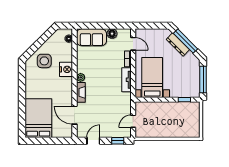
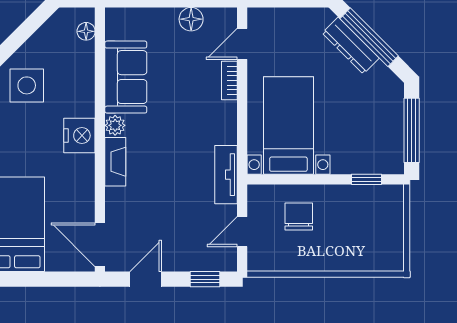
sofa: (91, 37) -> (126, 77), moved, turned -90
door: (133, 44) -> (242, 44), swing flipped
nightstand: (66, 69) -> (79, 136), moved
tv unit: (126, 80) -> (226, 175), moved
door: (74, 115) -> (100, 245), moved
chair: (156, 115) -> (299, 217), added

